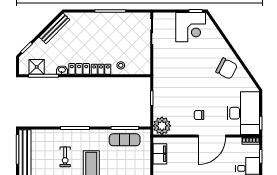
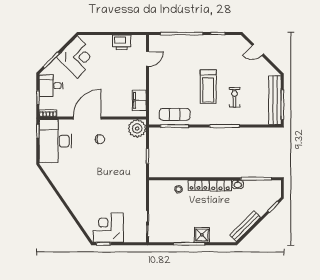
shower: (37, 67) -> (202, 235), moved
chair: (227, 68) -> (72, 186), removed

